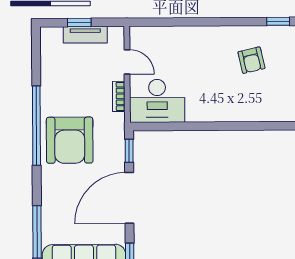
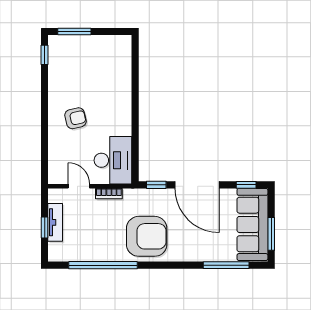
armchair: (251, 60) -> (75, 118), moved
door: (127, 62) -> (79, 186), hinge flipped
window: (36, 126) -> (103, 265), moved

